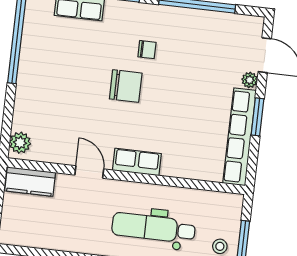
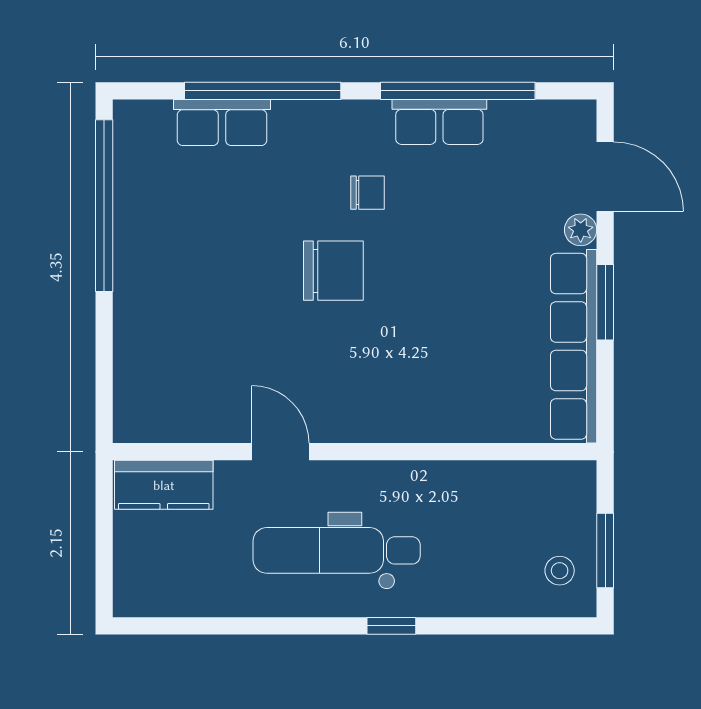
plant: (20, 143) -> (134, 409), removed
row of seats: (137, 162) -> (439, 122), moved, turned 180
dental chair: (154, 228) -> (337, 550), moved

